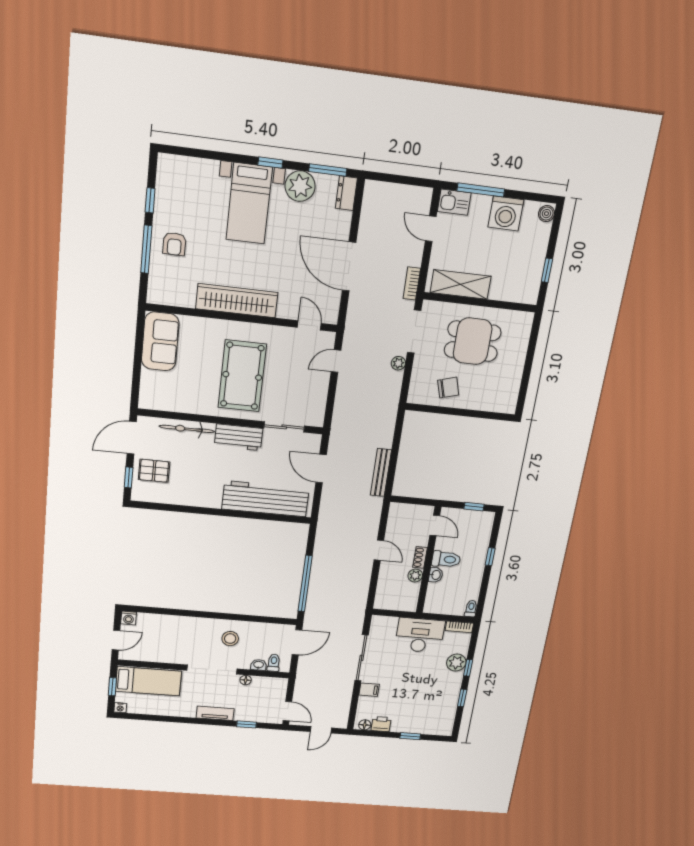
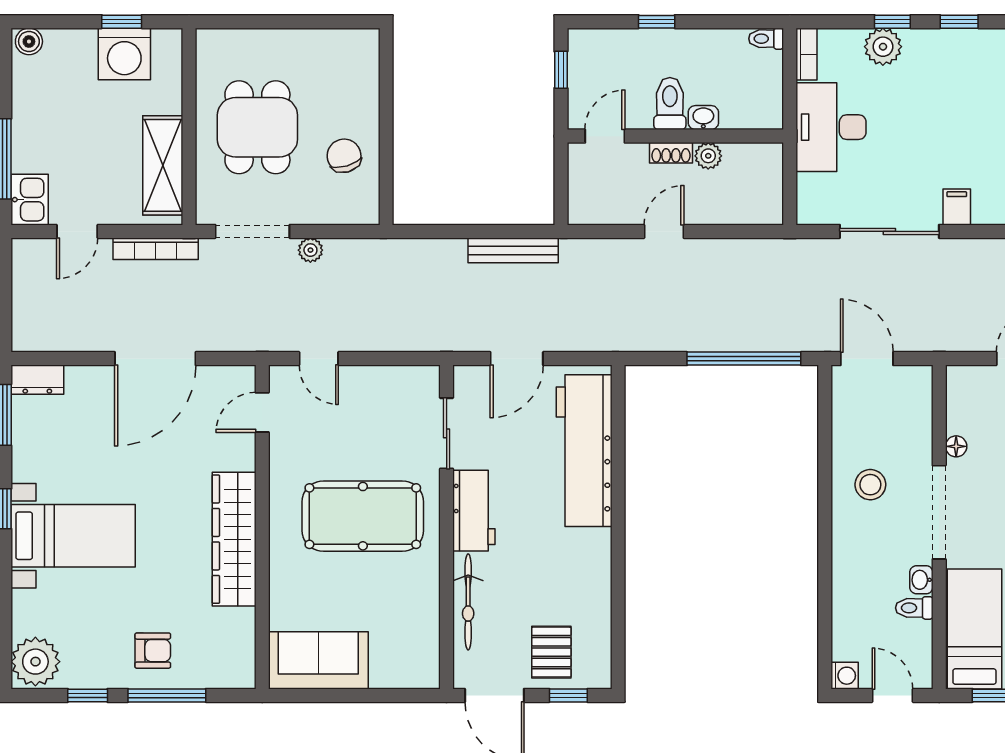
plant: (300, 186) -> (35, 662), moved
washing machine: (506, 213) -> (124, 54), moved, turned 90
bookcase: (412, 283) -> (156, 249), width x1.56
toilet: (274, 663) -> (914, 608), moved
washbasin: (259, 665) -> (921, 580), moved

